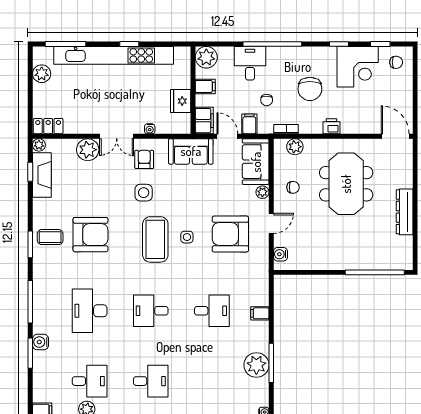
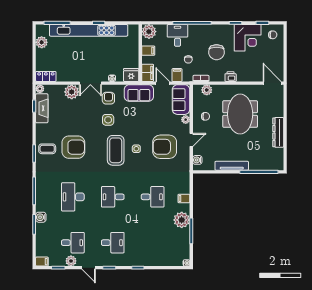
fridge: (181, 101) -> (131, 75), moved, turned 90
tv unit: (333, 263) -> (232, 166), added
plant: (256, 365) -> (182, 220), moved

